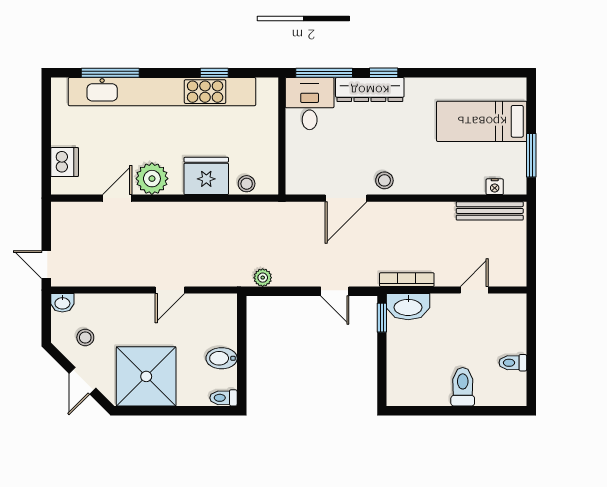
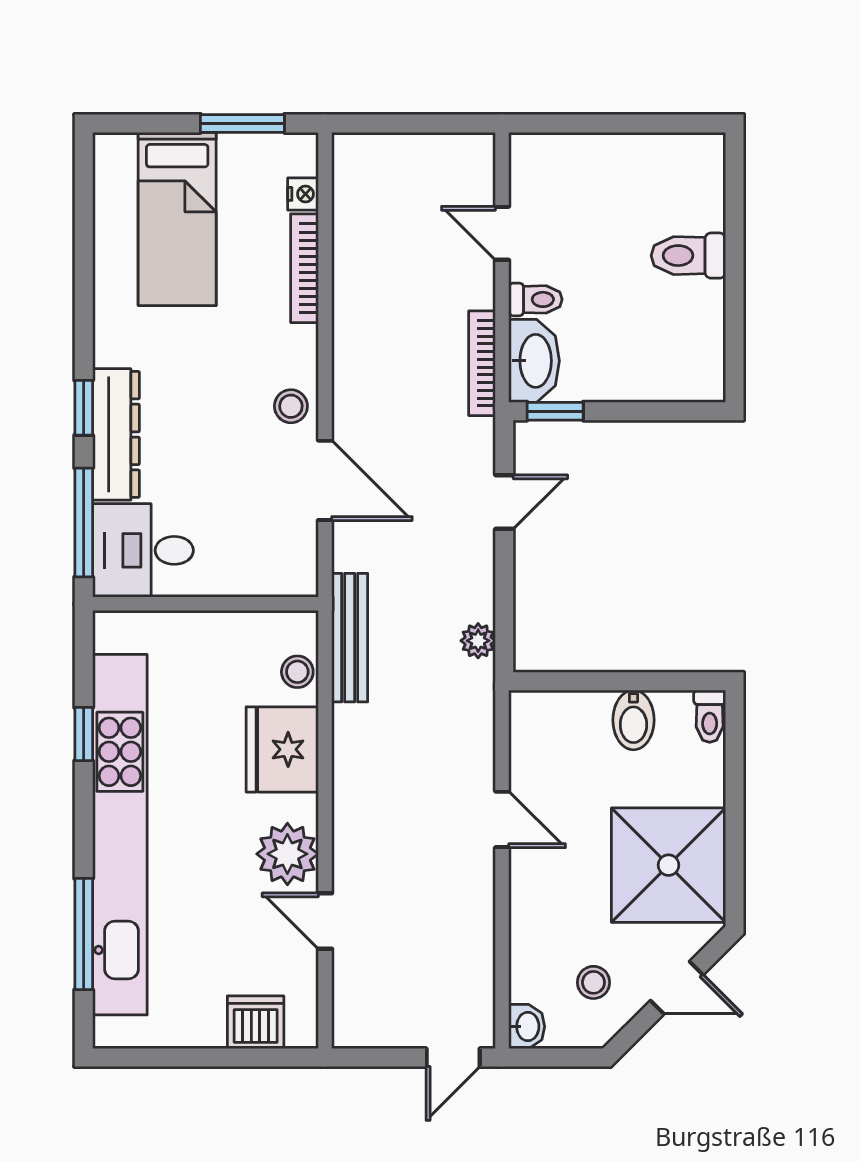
bookcase: (456, 187) -> (304, 268), added
bench: (490, 211) -> (350, 638), moved
toilet: (513, 363) -> (535, 299), moved, turned -90

